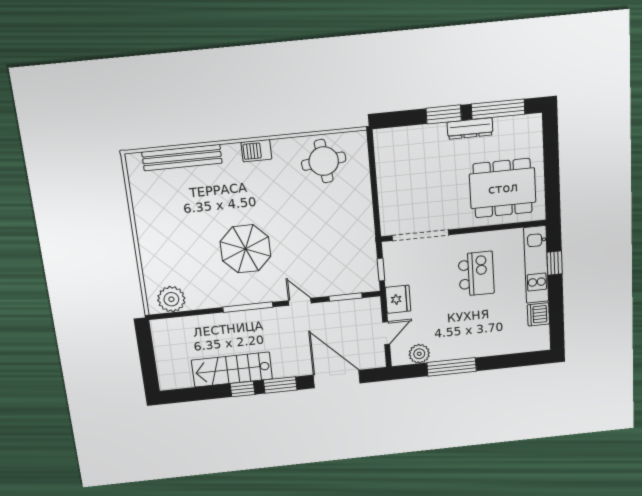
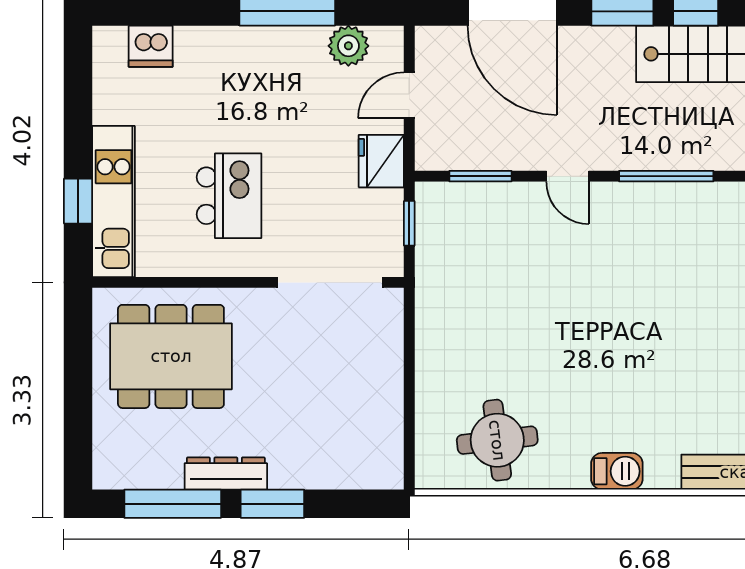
parasol: (245, 249) -> (658, 290), removed
kitchen island: (476, 274) -> (229, 196), turned 180
dishwasher: (538, 314) -> (151, 46), moved, turned 90

